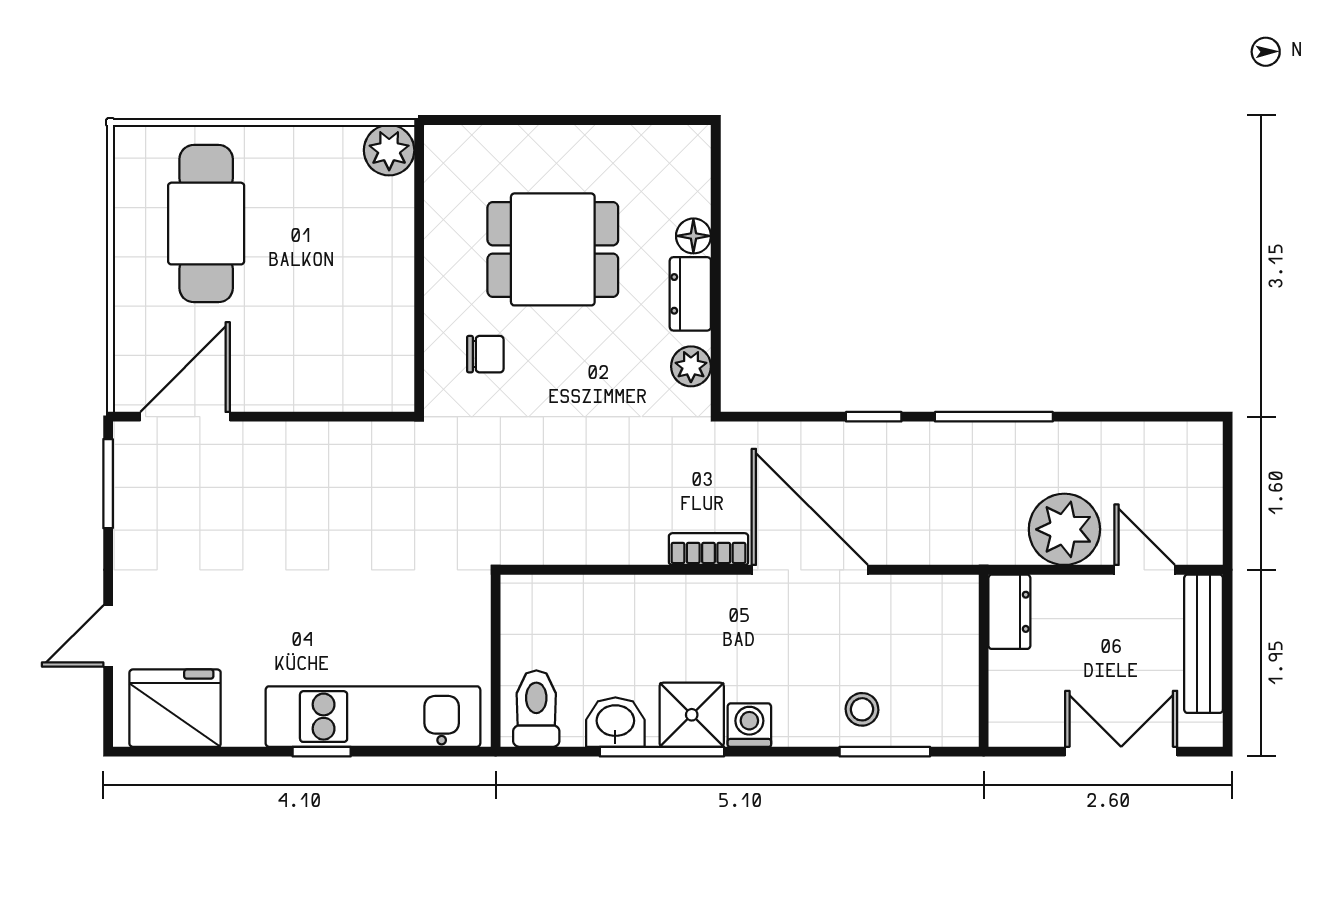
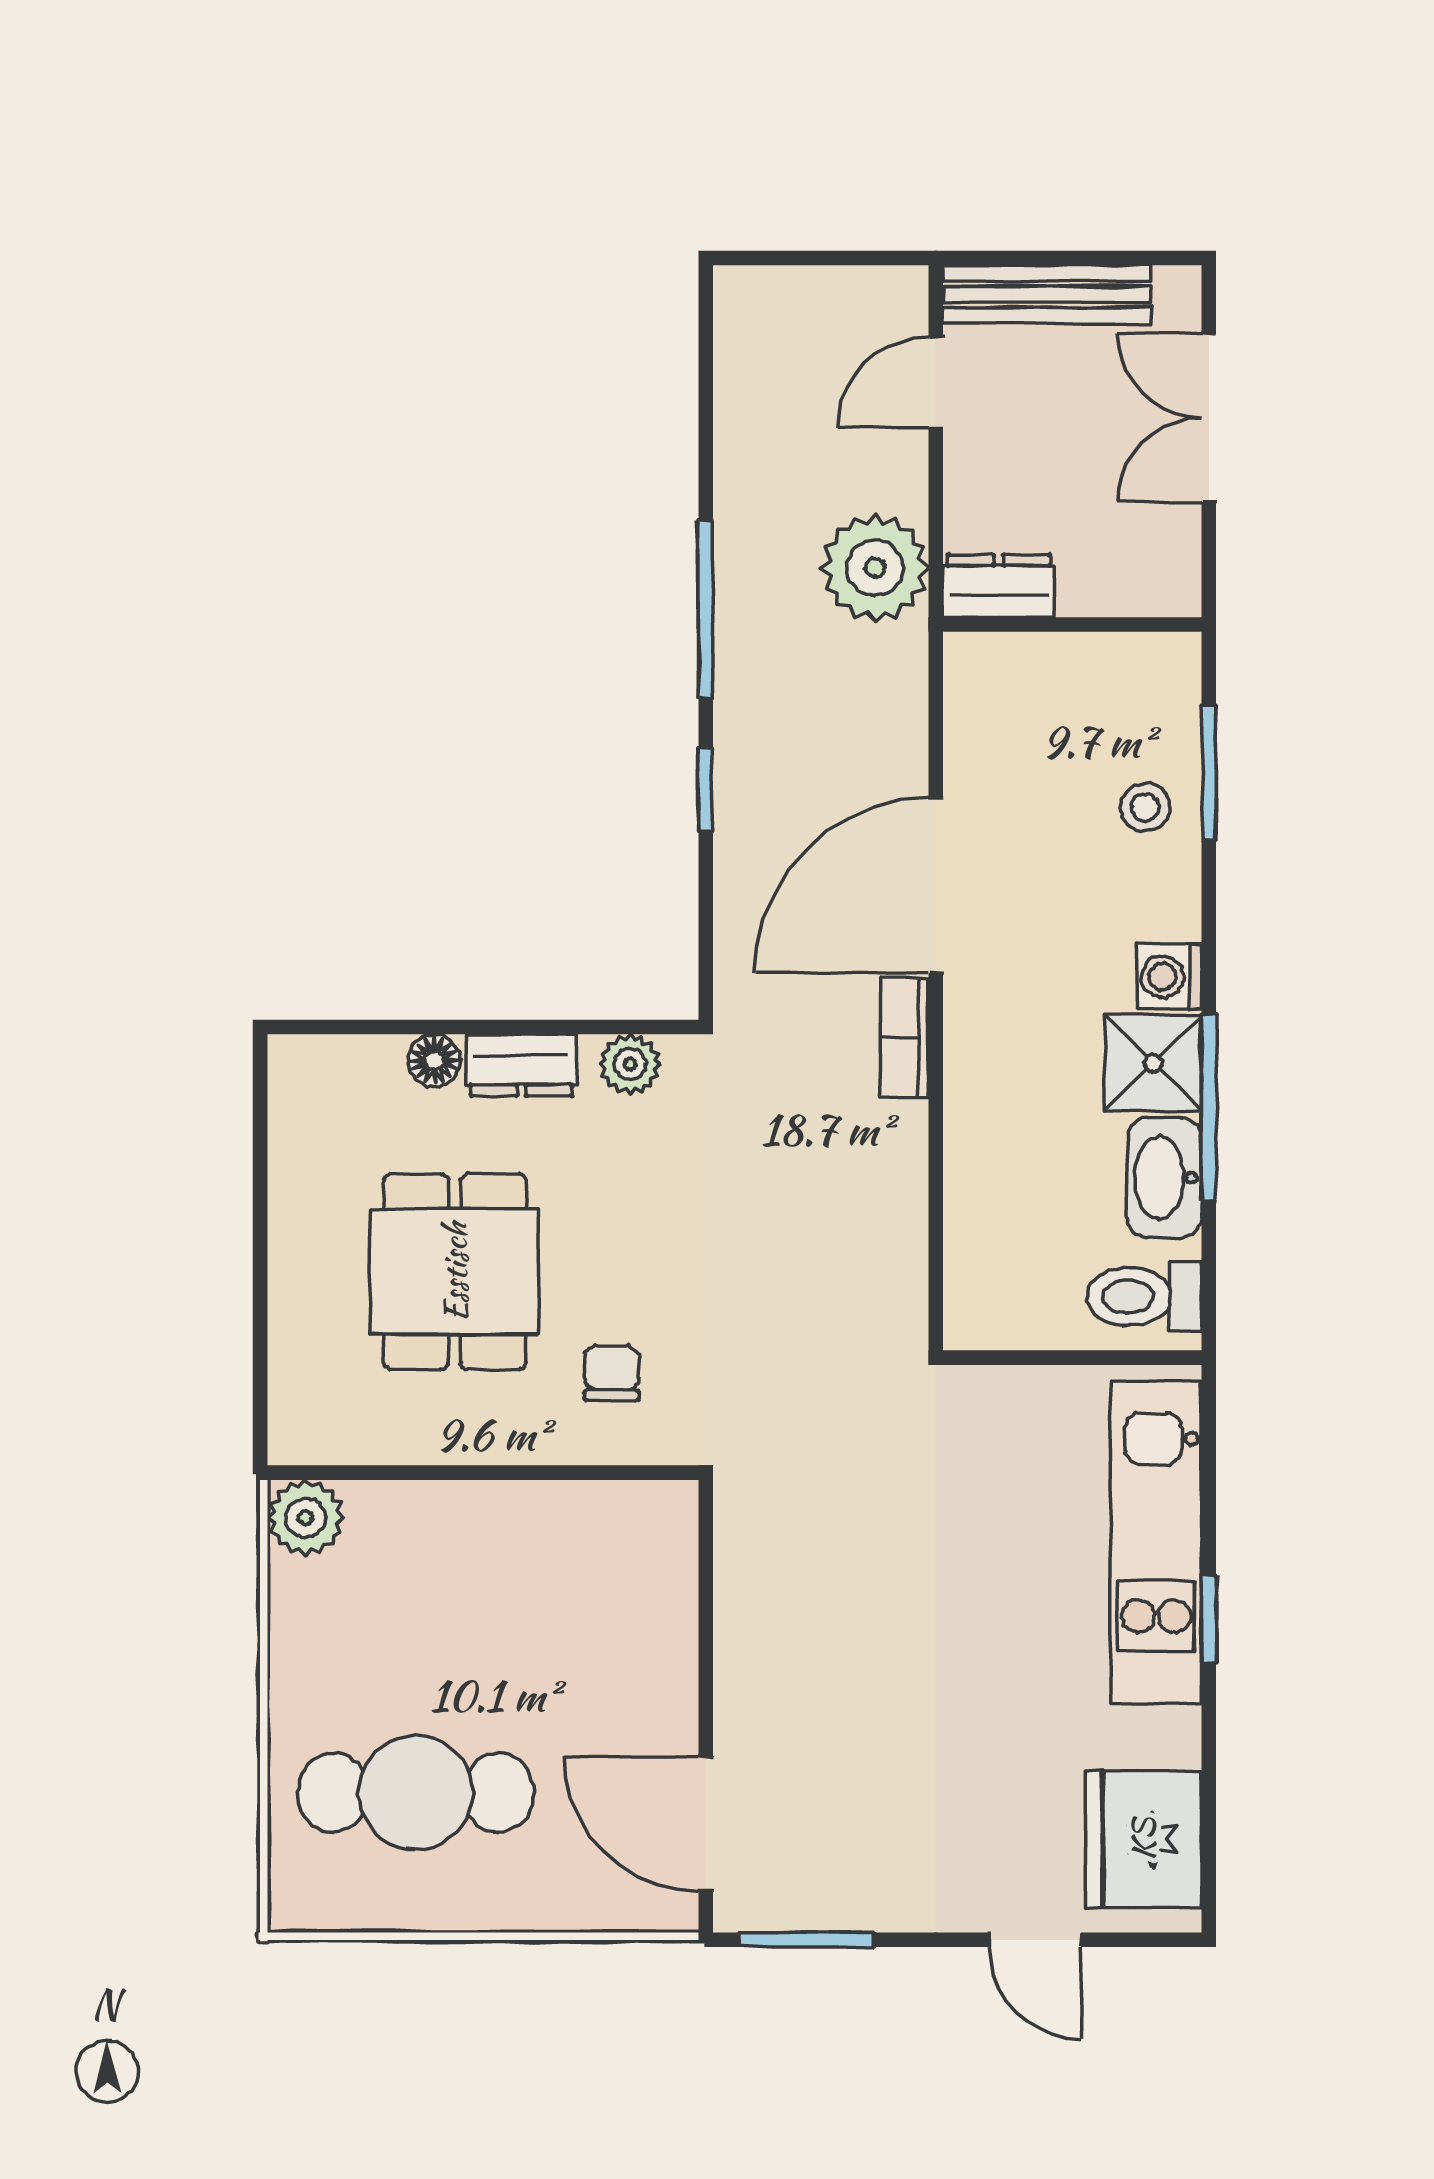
plant: (1064, 529) -> (875, 568), moved
washbasin: (615, 722) -> (1164, 1178), width x1.38

